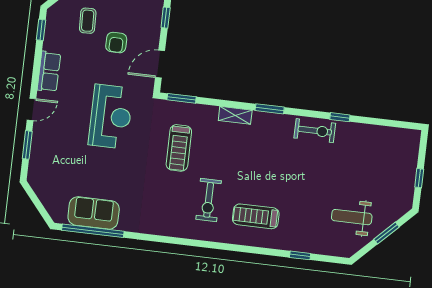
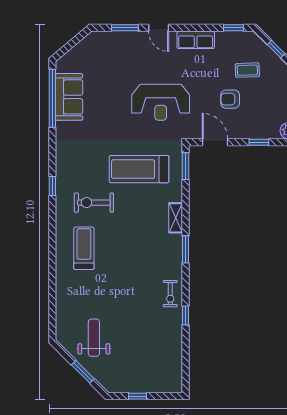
exercise bike: (315, 131) -> (170, 294), width x0.73, depth x0.72
treadmill: (179, 148) -> (139, 169), width x1.37, depth x1.38
window: (300, 255) -> (52, 186), moved

